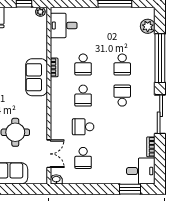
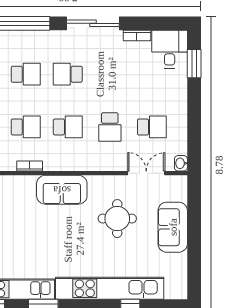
sofa: (37, 77) -> (62, 190), moved

